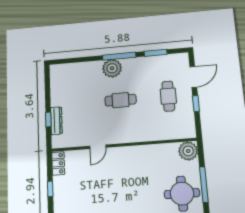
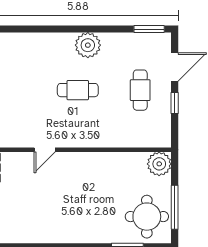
window: (156, 53) -> (149, 29), moved
window: (119, 56) -> (79, 29), removed
plant: (112, 68) -> (88, 45), moved

